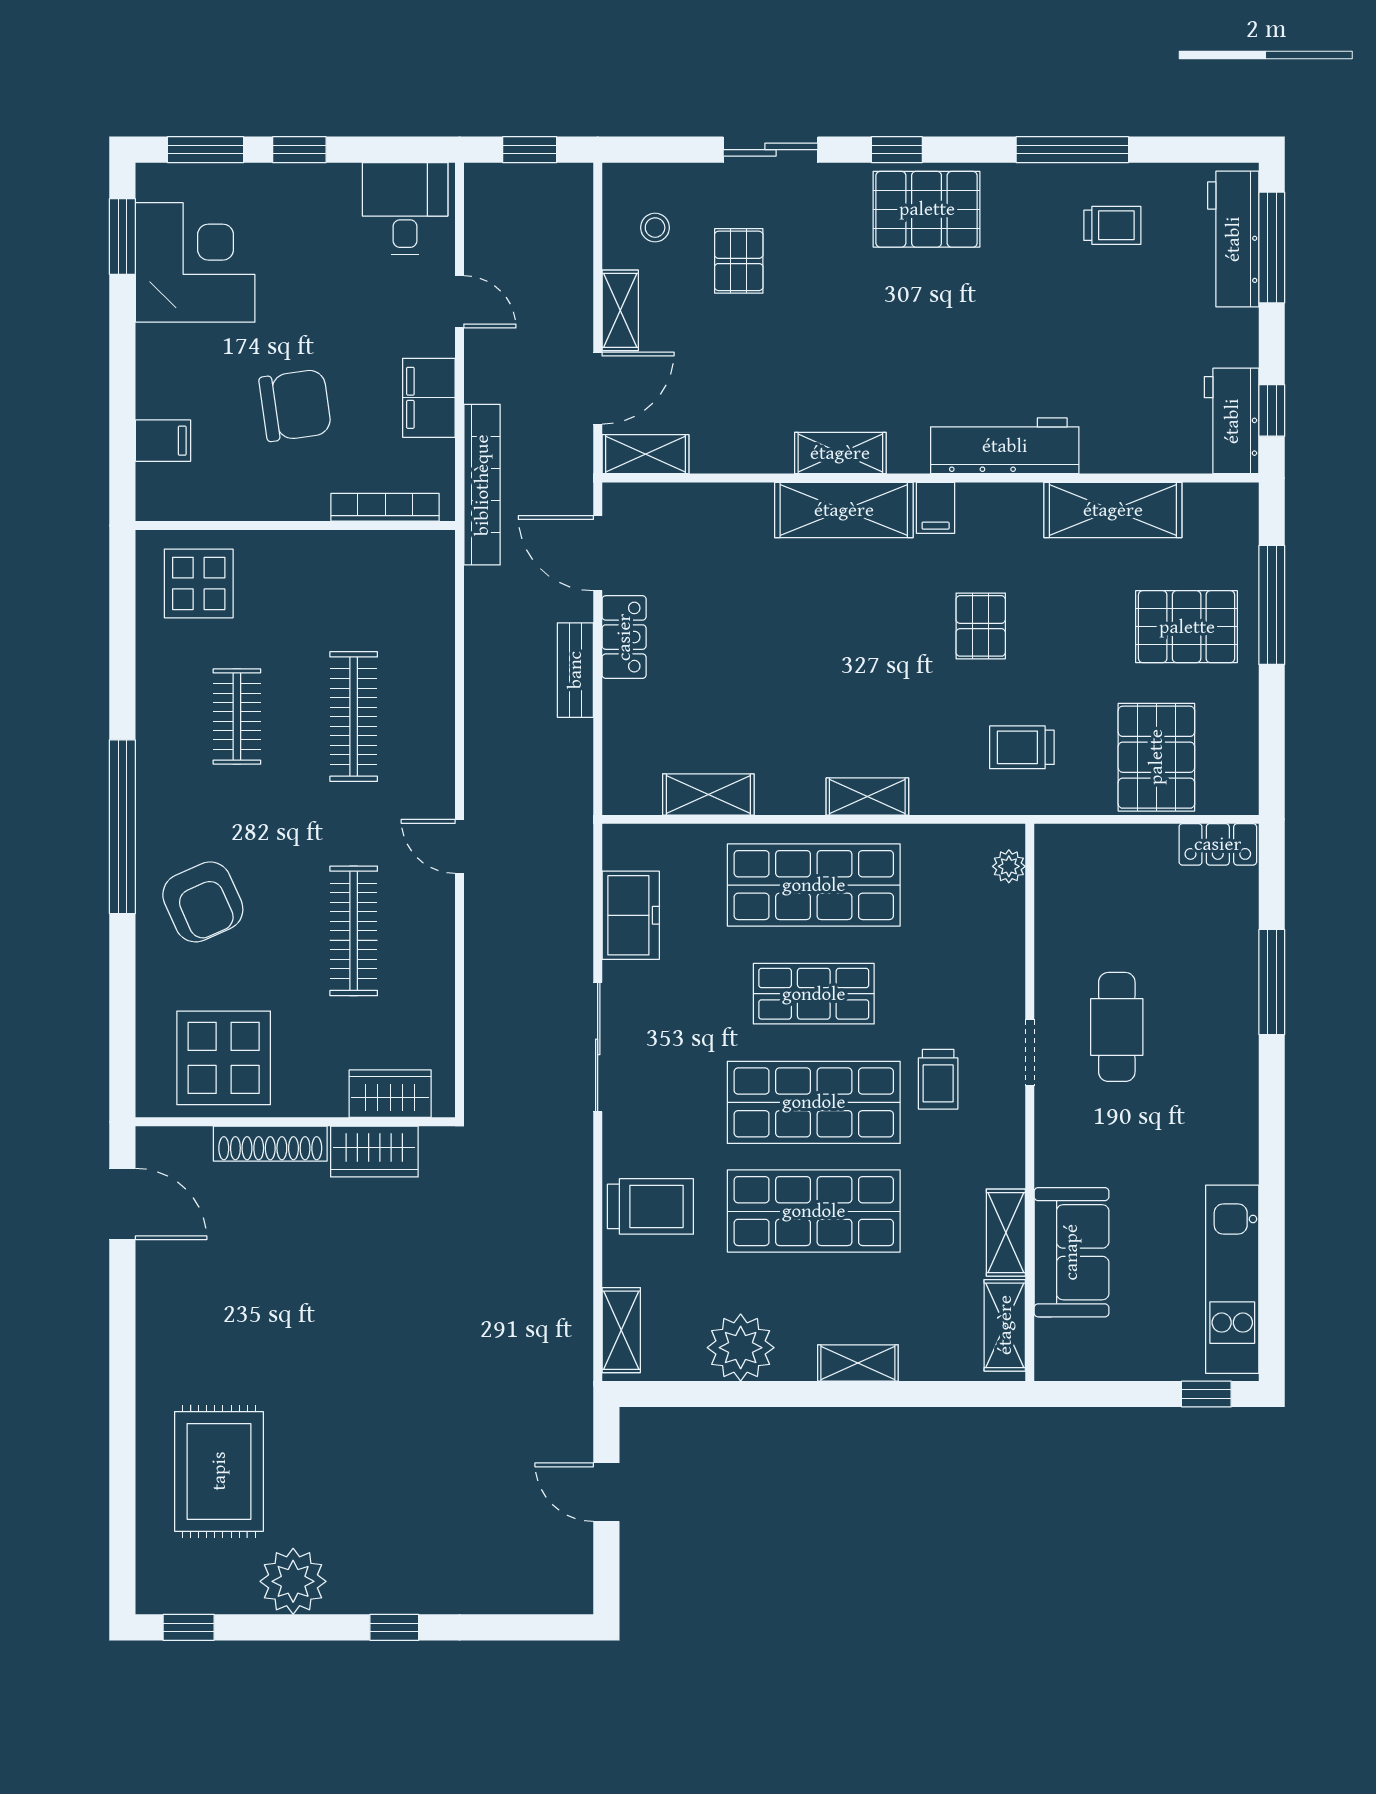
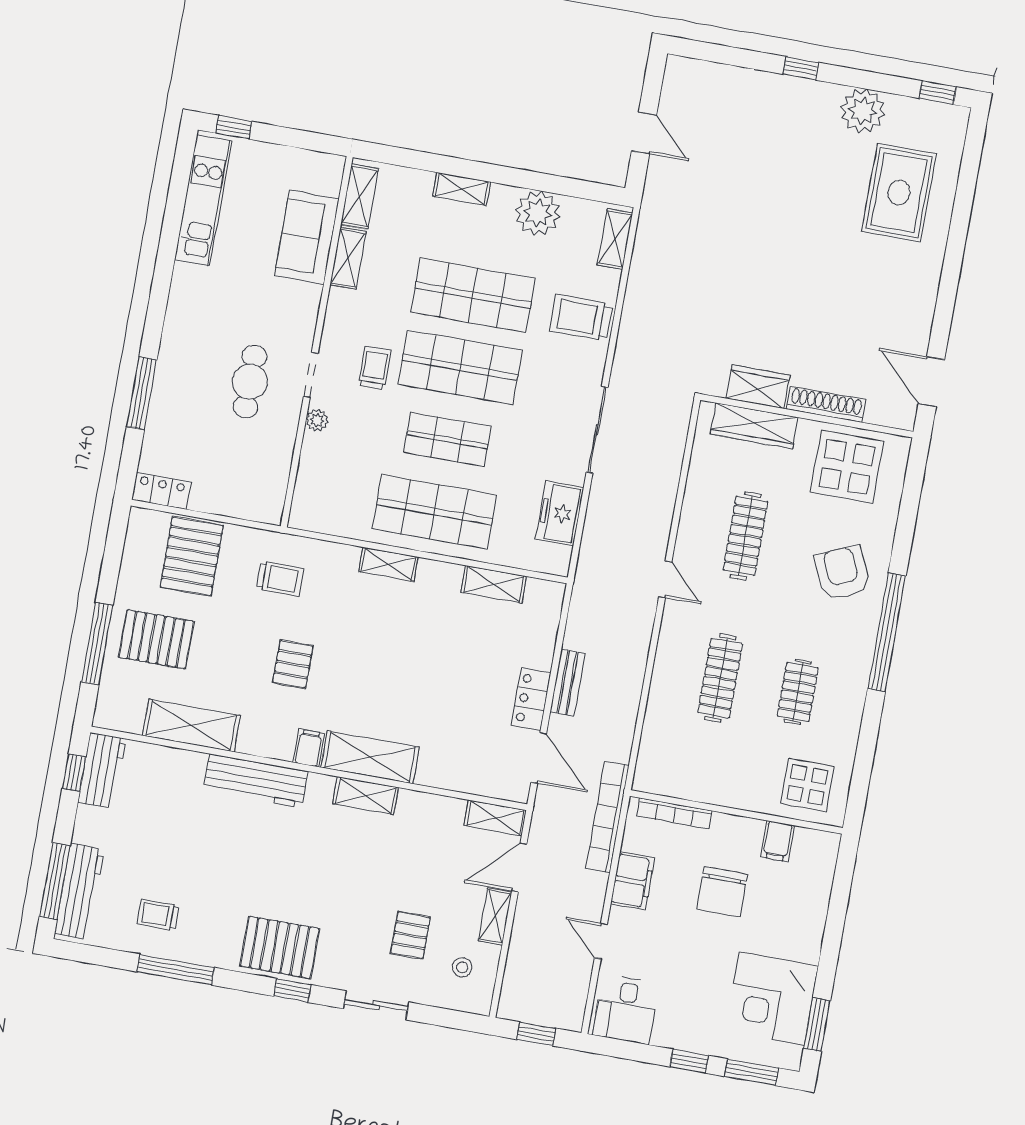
chair: (295, 405) -> (722, 892), turned -82
filing cabinet: (163, 441) -> (777, 841), moved, turned -90
plant: (1009, 866) -> (317, 420), moved
wardrobe: (390, 1094) -> (754, 426), width x1.50

